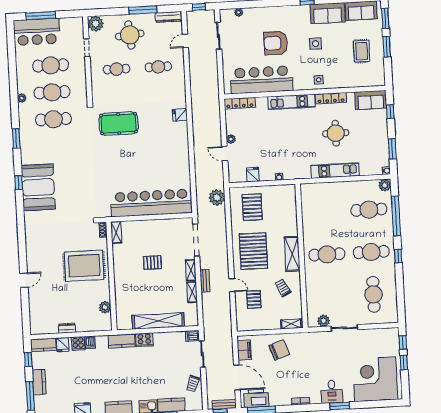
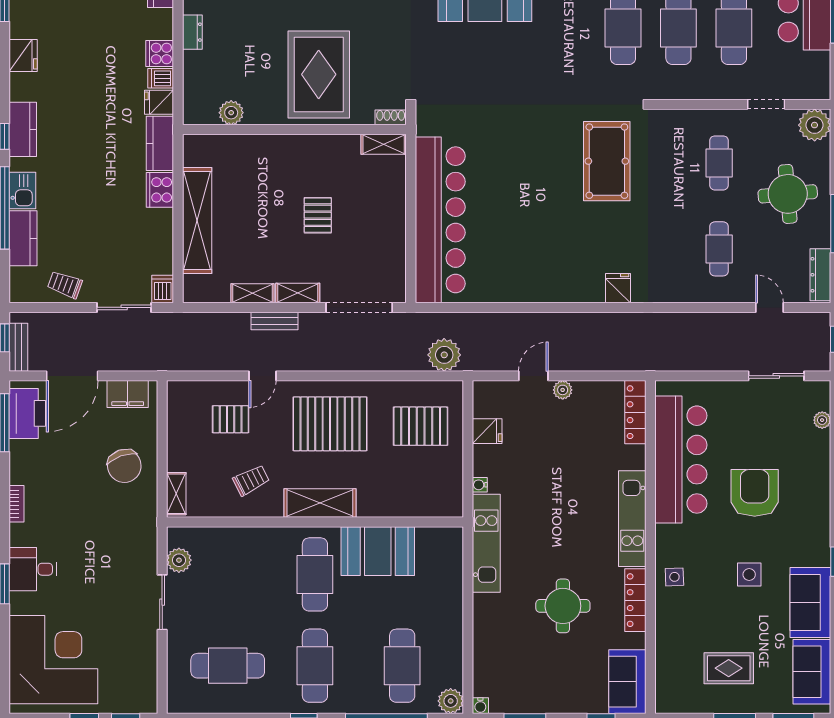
kitchen unit: (335, 171) -> (486, 543), moved
booth: (314, 225) -> (378, 551), added
fridge: (63, 345) -> (159, 102), moved

